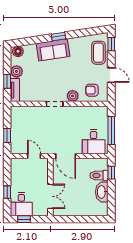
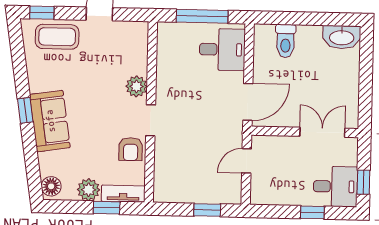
armchair: (92, 90) -> (131, 149), moved
window: (111, 173) -> (281, 18), removed
washbasin: (102, 192) -> (342, 37), moved

